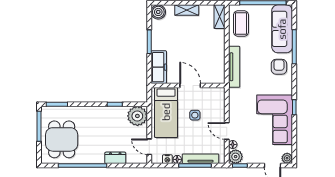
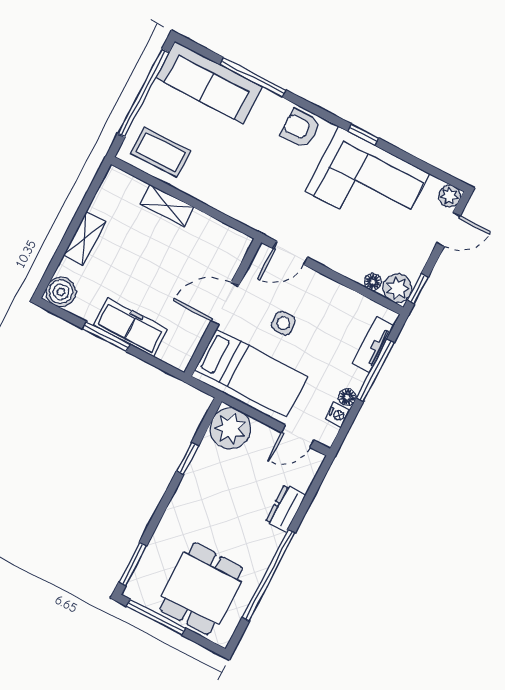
shelving: (219, 17) -> (167, 206), moved
freezer: (159, 67) -> (131, 327), moved
tv unit: (234, 67) -> (233, 206), removed
armchair: (279, 67) -> (301, 128), moved
door: (227, 131) -> (290, 253), moved
dining table: (62, 139) -> (201, 589), turned 90
tv unit: (200, 159) -> (373, 344), width x0.71

